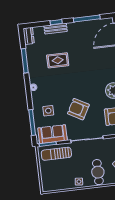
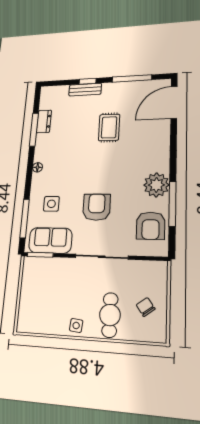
dresser: (29, 36) -> (44, 121), moved
rug: (58, 60) -> (109, 127), moved, turned 90
armchair: (78, 109) -> (97, 207), turned 61
sun lounger: (56, 154) -> (50, 272), removed

